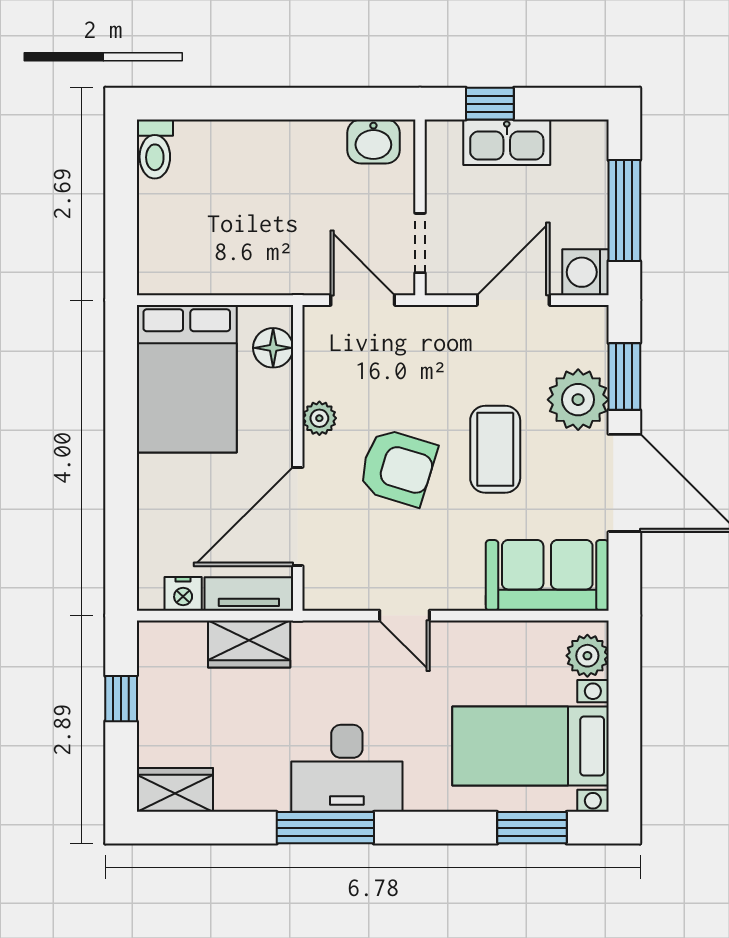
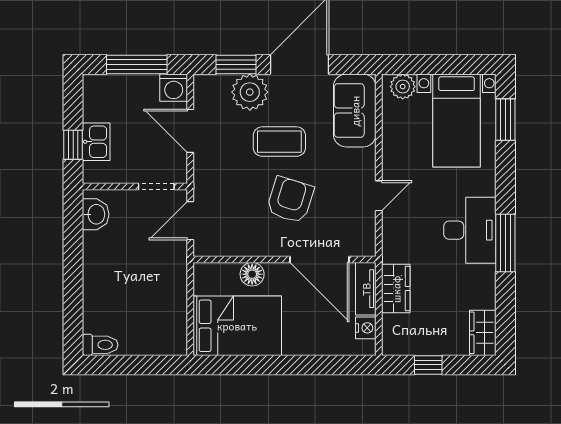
kitchen sink: (507, 142) -> (96, 142), width x0.73
floor lamp: (273, 348) -> (252, 274), moved
plant: (319, 418) -> (261, 247), removed

